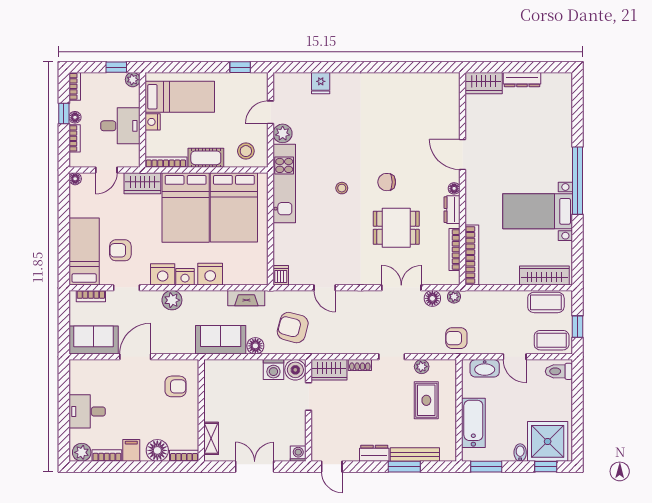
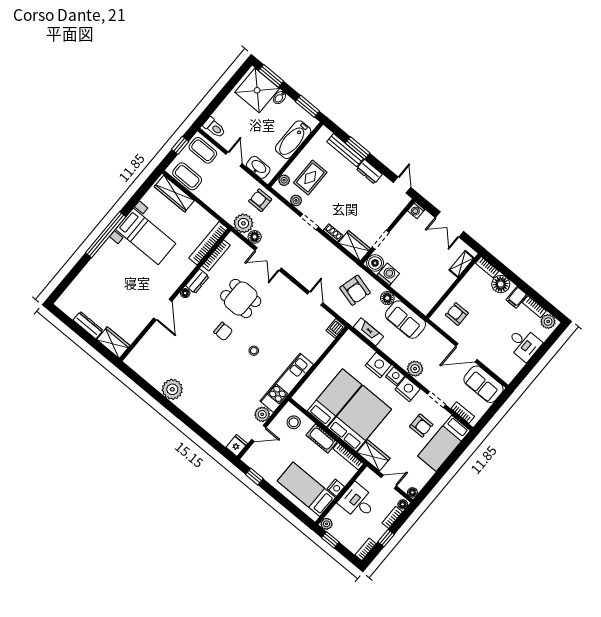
fridge: (321, 83) -> (237, 445), moved
plant: (389, 85) -> (172, 389), added
floor lamp: (75, 117) -> (403, 504), moved
bed: (234, 207) -> (335, 398), width x0.67
plant: (454, 297) -> (243, 223), width x1.88, depth x1.88
armchair: (456, 338) -> (260, 200), turned 180
plant: (449, 377) -> (284, 180), added
window: (546, 467) -> (271, 76), width x1.50

